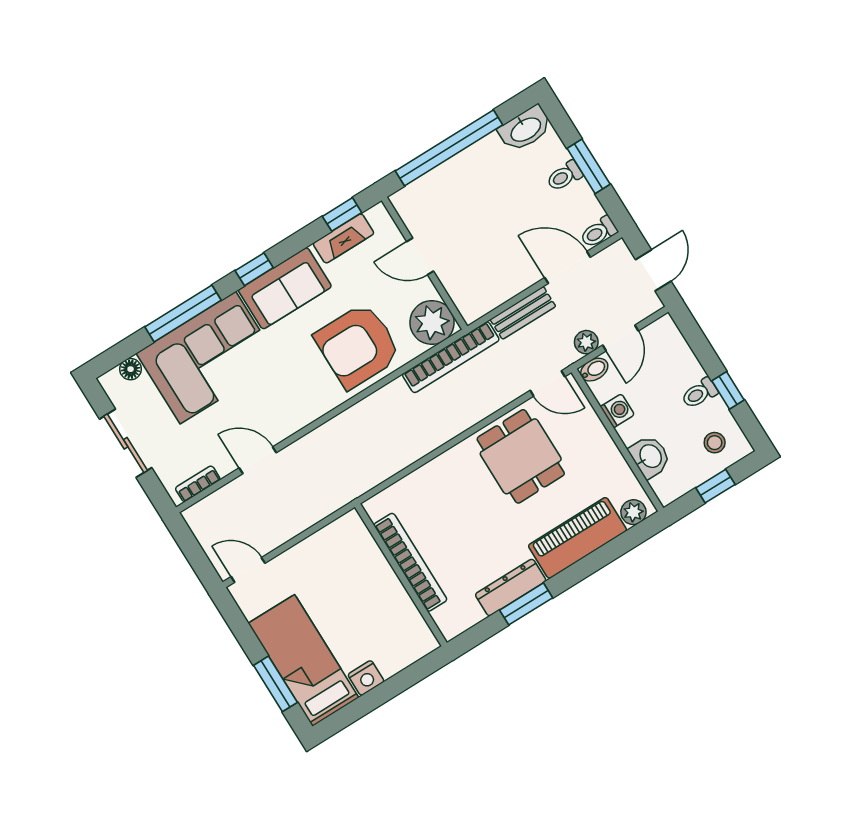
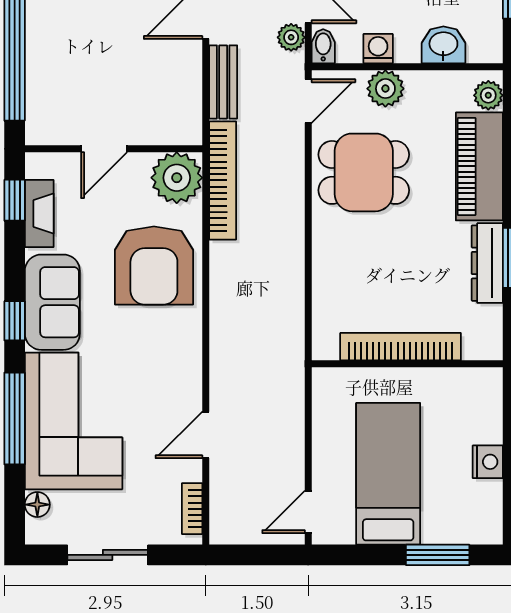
plant: (592, 434) -> (385, 89), added
bed: (303, 660) -> (388, 474), moved, turned 90

